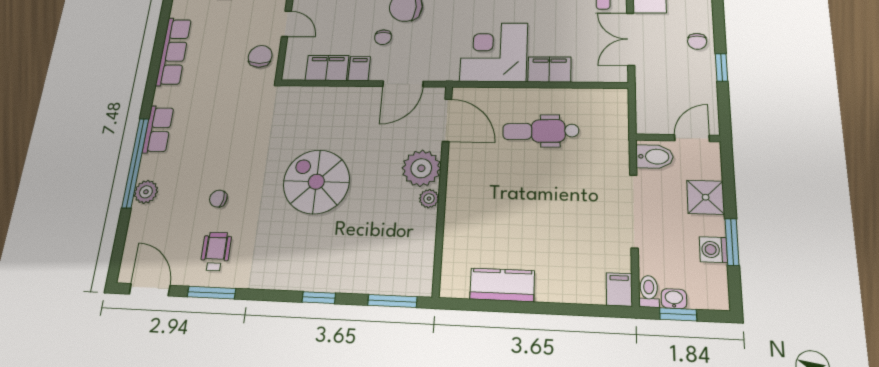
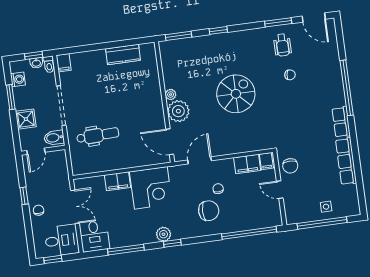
filing cabinet: (359, 69) -> (266, 161), moved
row of seats: (158, 130) -> (341, 122), moved
dental chair: (541, 131) -> (98, 135), moved
spiral stairs: (316, 182) -> (236, 94), turned -90
plant: (146, 192) -> (334, 72), removed
washing machine: (713, 250) -> (18, 79), moved

